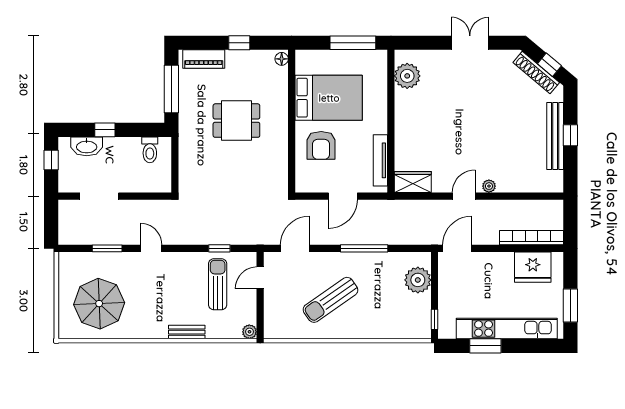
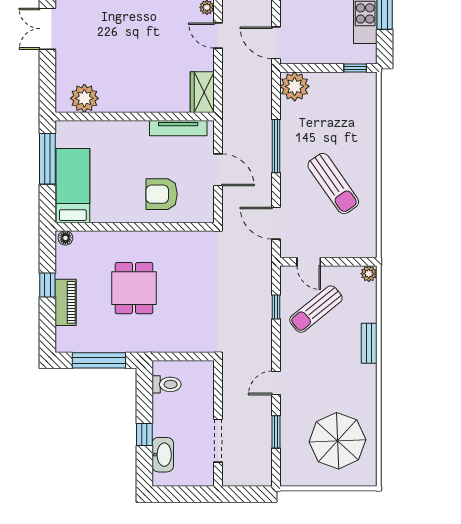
piano: (204, 59) -> (66, 302), moved
bed: (329, 98) -> (73, 186), moved, width x0.67
armchair: (321, 145) -> (162, 194), turned 180
window: (51, 160) -> (178, 494), removed
plant: (418, 280) -> (295, 86), moved
sun lounger: (218, 284) -> (316, 309), turned -39

